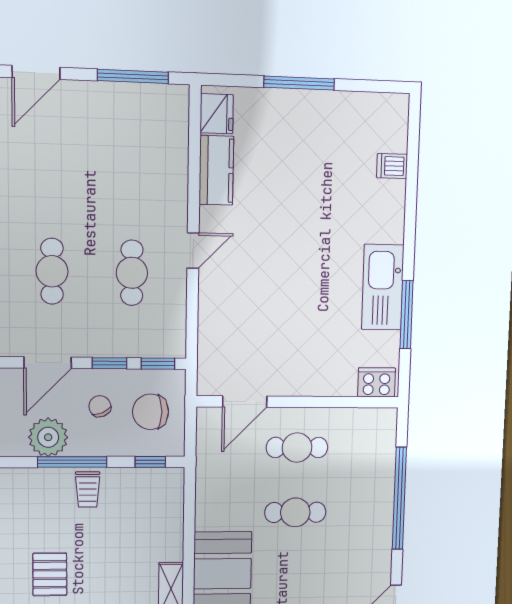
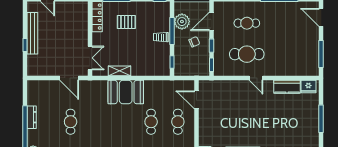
cafe table: (132, 273) -> (247, 54), width x1.37, depth x1.35
door: (48, 363) -> (211, 21), hinge flipped
chair: (151, 412) -> (192, 62), removed

